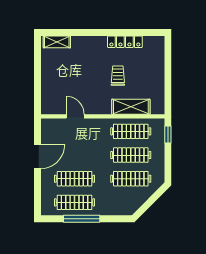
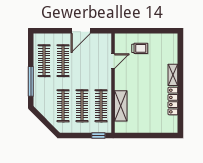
shelving: (57, 42) -> (173, 75), moved
trolley: (118, 76) -> (140, 48), moved
door: (37, 157) -> (81, 31), hinge flipped
window: (82, 219) -> (31, 81), moved

